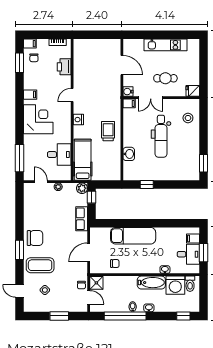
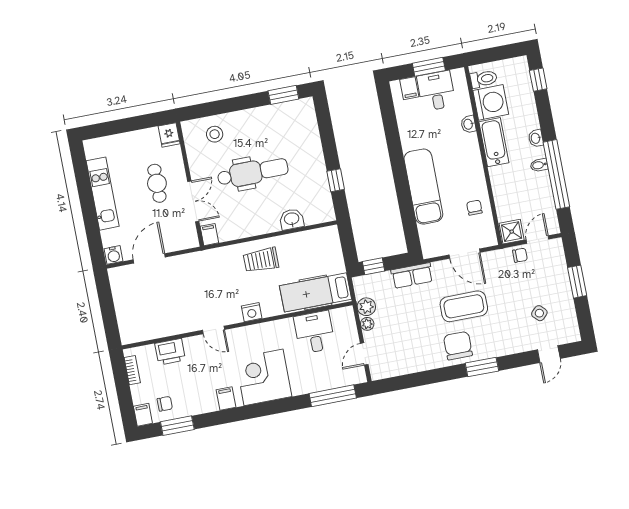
water cooler: (128, 92) -> (114, 255), moved
plant: (82, 188) -> (366, 307), moved
coffee table: (40, 265) -> (464, 306), moved, turned 90

